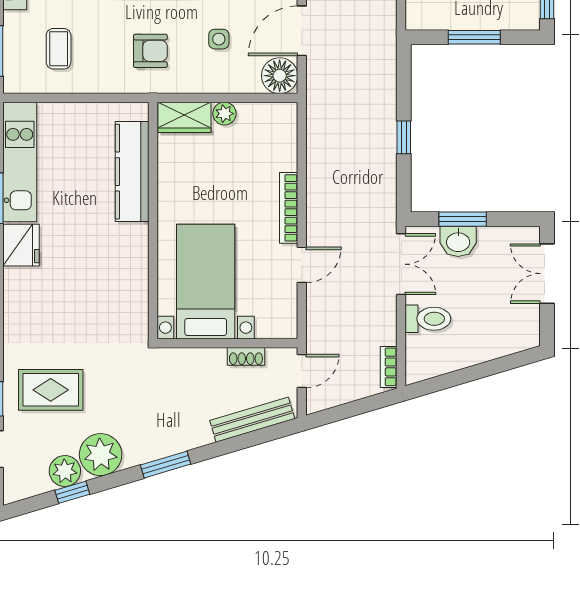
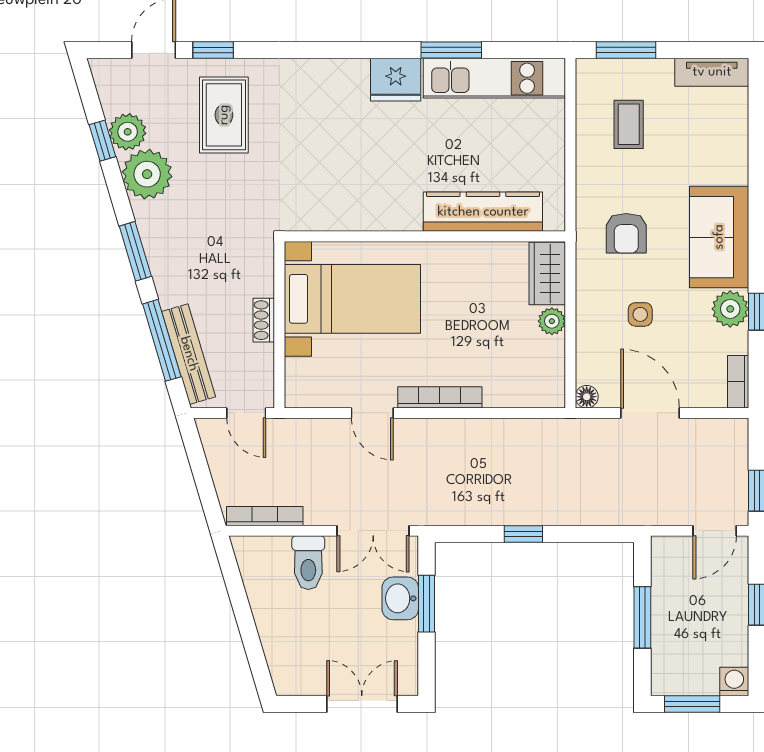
coffee table: (59, 49) -> (629, 124), turned 90
floor lamp: (280, 76) -> (587, 397), width x0.53, depth x0.53
shoe rack: (246, 356) -> (264, 320), moved
bookcase: (389, 367) -> (265, 516), width x1.56
window: (241, 442) -> (162, 340), added

